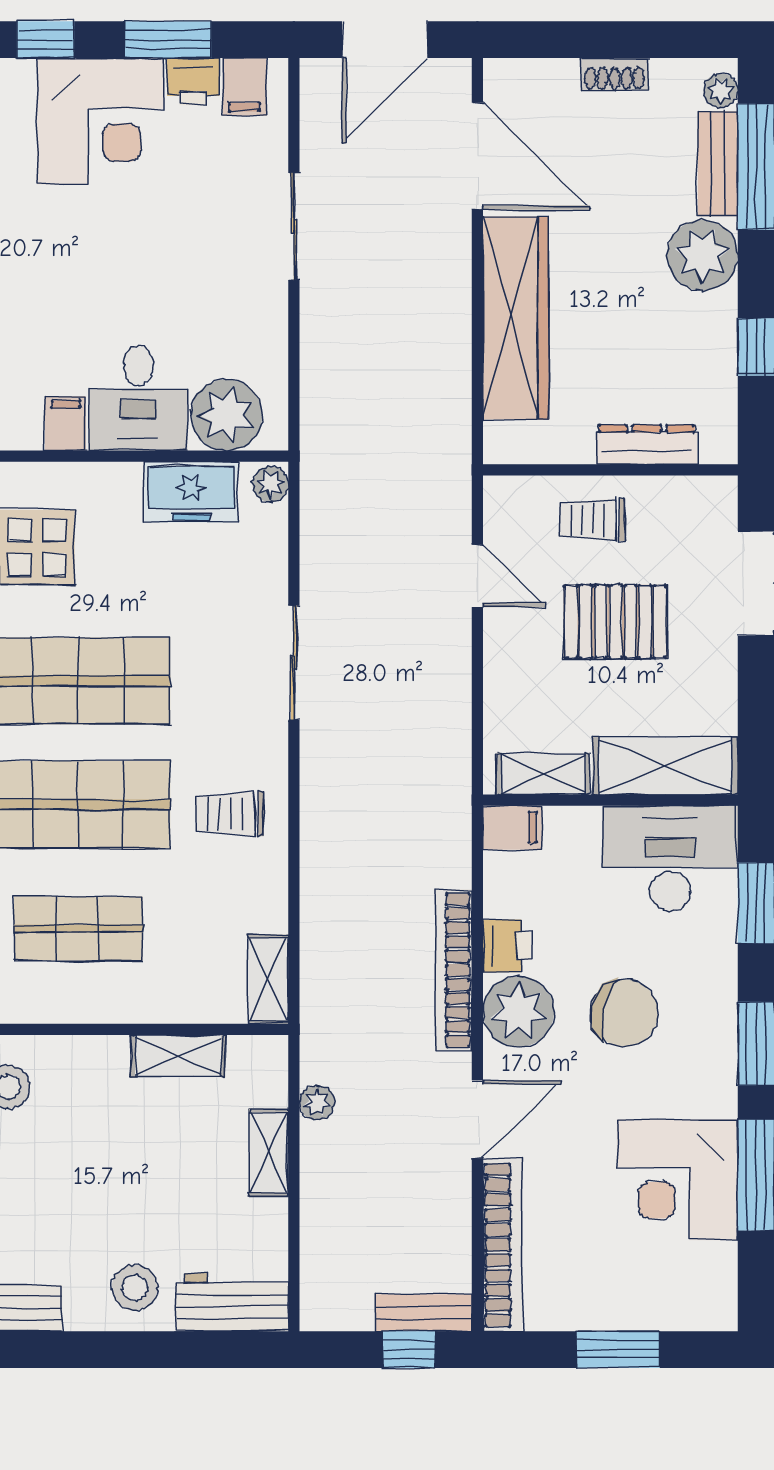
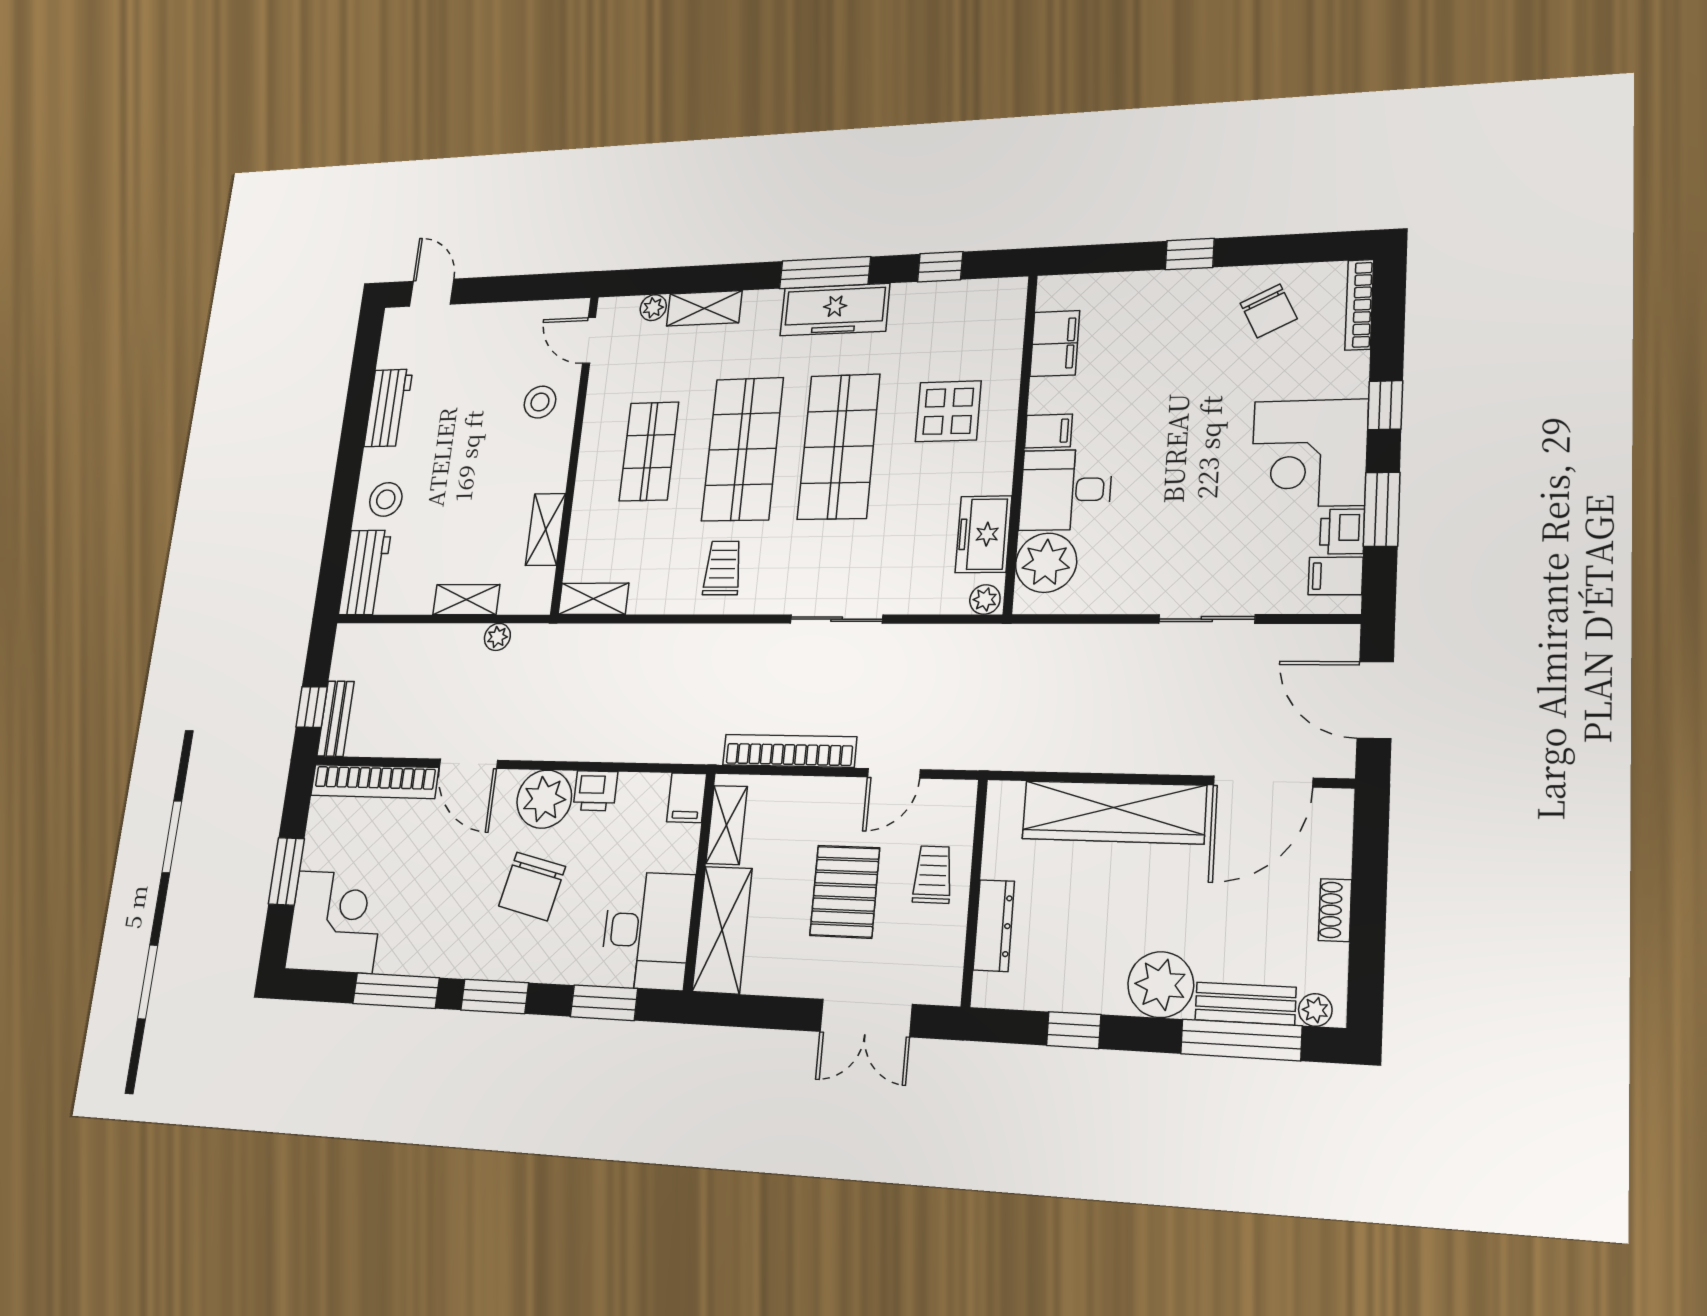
bookcase: (453, 970) -> (789, 751), moved
corner desk: (677, 1180) -> (335, 922), moved, turned 90

